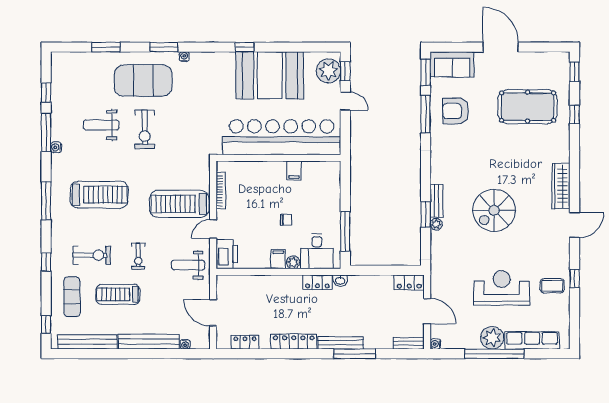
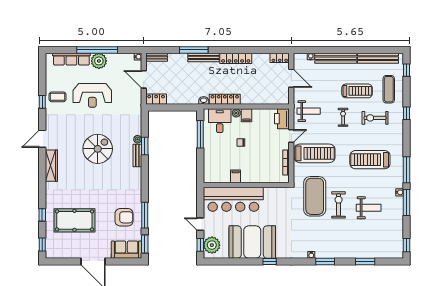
exercise mat: (143, 80) -> (315, 196), moved, turned 90
window: (46, 93) -> (407, 245), moved
bar counter: (282, 137) -> (233, 199), width x0.73
window: (46, 201) -> (407, 170), moved
locker: (317, 282) -> (225, 99), width x1.53
locker: (245, 342) -> (280, 58), moved

